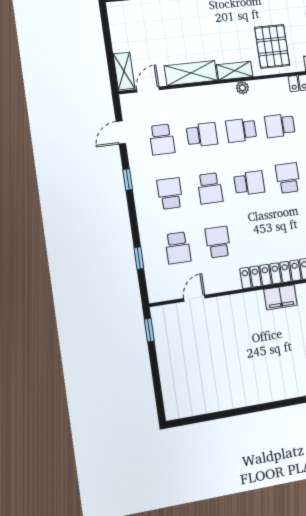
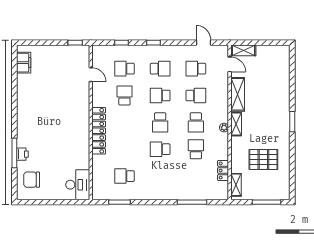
pallet: (272, 46) -> (263, 160), moved
school desk: (241, 130) -> (196, 122), turned 180
school desk: (202, 135) -> (196, 96), turned -90
school desk: (288, 178) -> (160, 149), turned 180
window: (128, 180) -> (154, 43), moved
school desk: (218, 242) -> (124, 96), turned -90
filing cabinet: (280, 297) -> (24, 63), moved, turned 180

